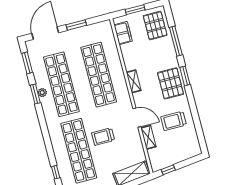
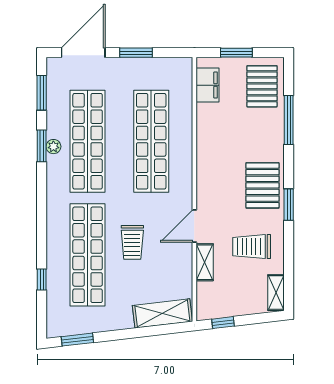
window: (185, 76) -> (289, 205), moved
shelving: (134, 81) -> (276, 293), moved
door: (137, 118) -> (194, 226), swing flipped
trolley: (103, 137) -> (132, 242), turned -90

